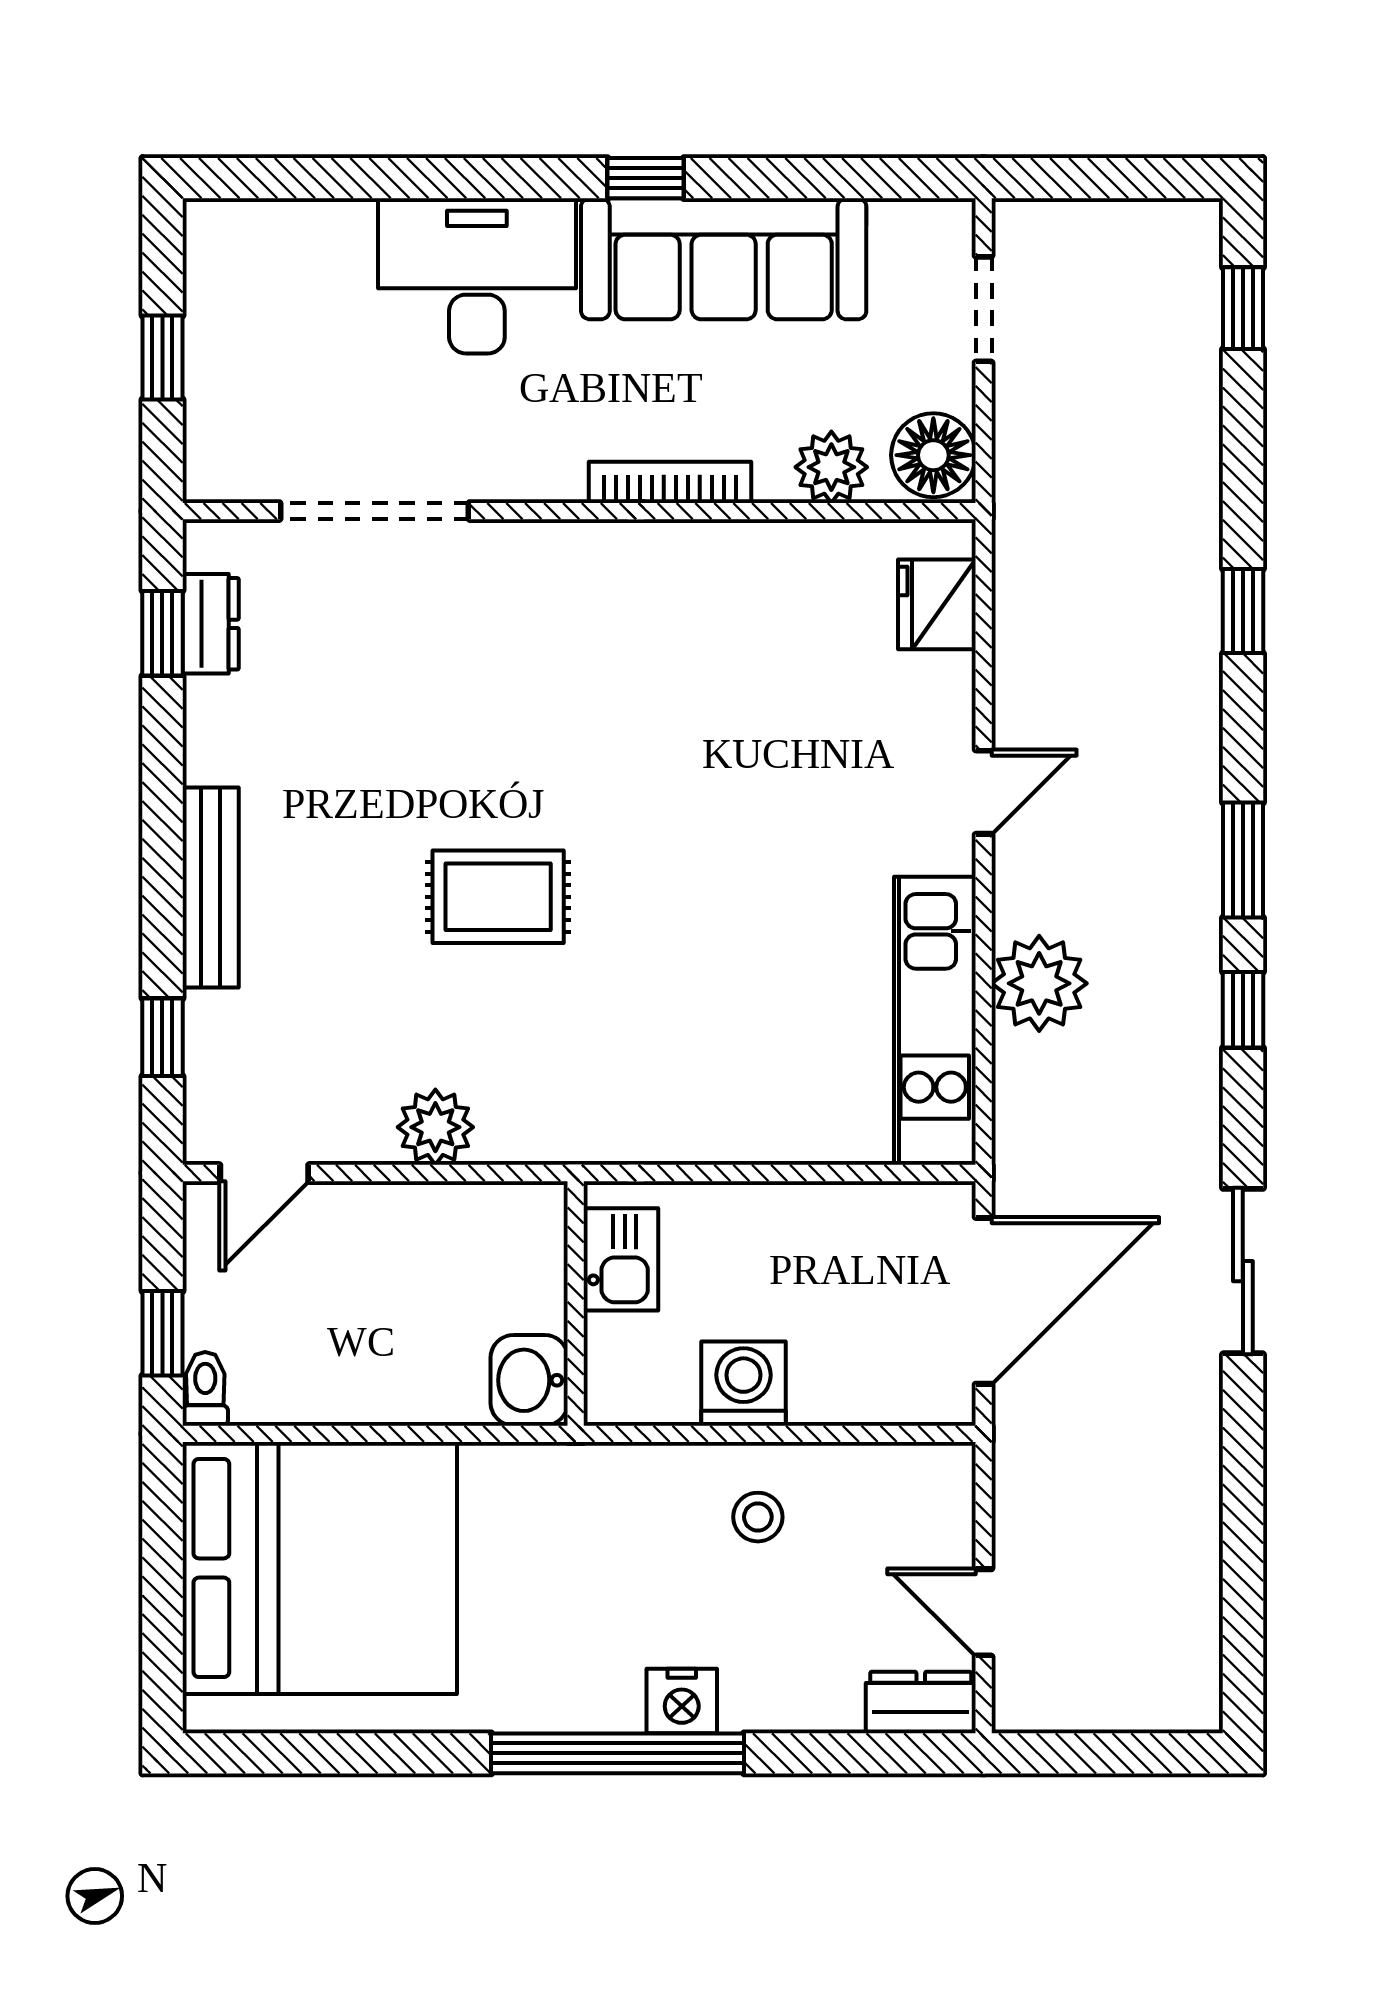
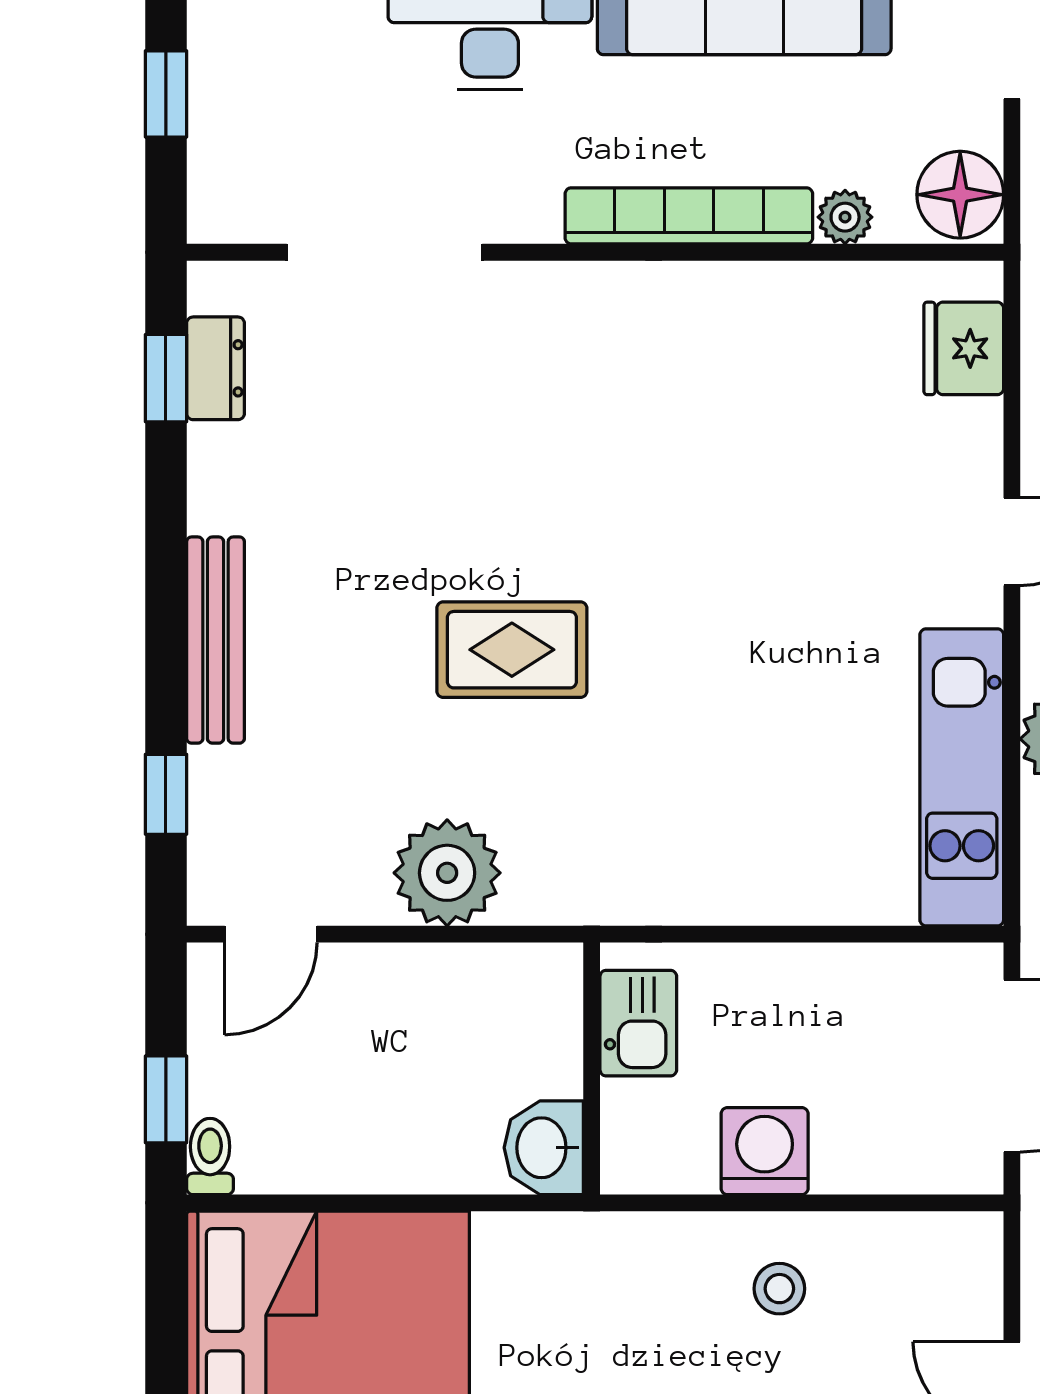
plant: (831, 467) -> (845, 217), width x0.73, depth x0.73
bookcase: (670, 482) -> (689, 216), width x1.48, depth x1.31
plant: (435, 1127) -> (447, 873), width x1.36, depth x1.36

